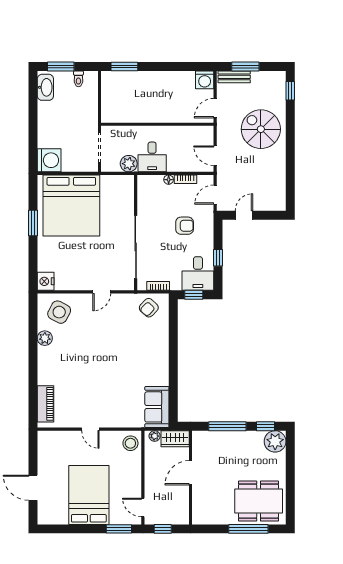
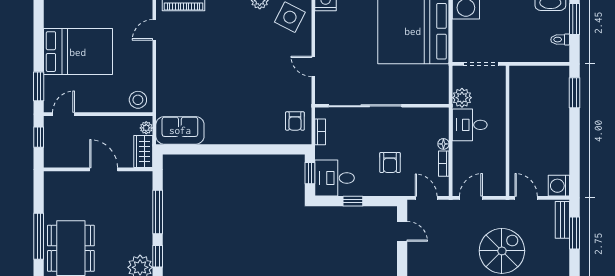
armchair: (149, 308) -> (295, 121), turned -134
door: (90, 429) -> (154, 30), moved

